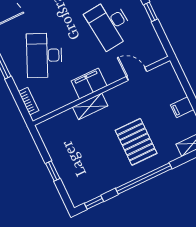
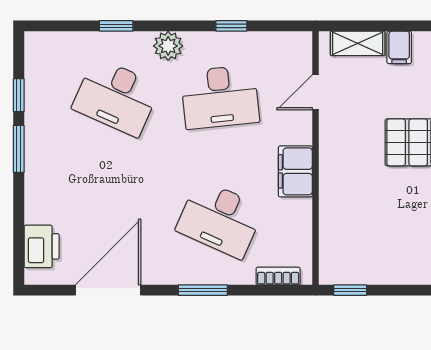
shelving: (90, 106) -> (358, 43), moved, turned 90
window: (53, 171) -> (350, 290), moved

